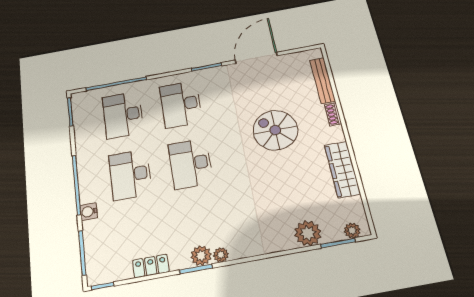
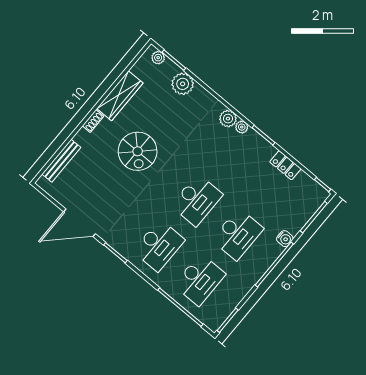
shoe rack: (333, 114) -> (93, 121), moved
spiral stairs: (275, 130) -> (138, 151), moved
plant: (201, 256) -> (228, 119), moved

